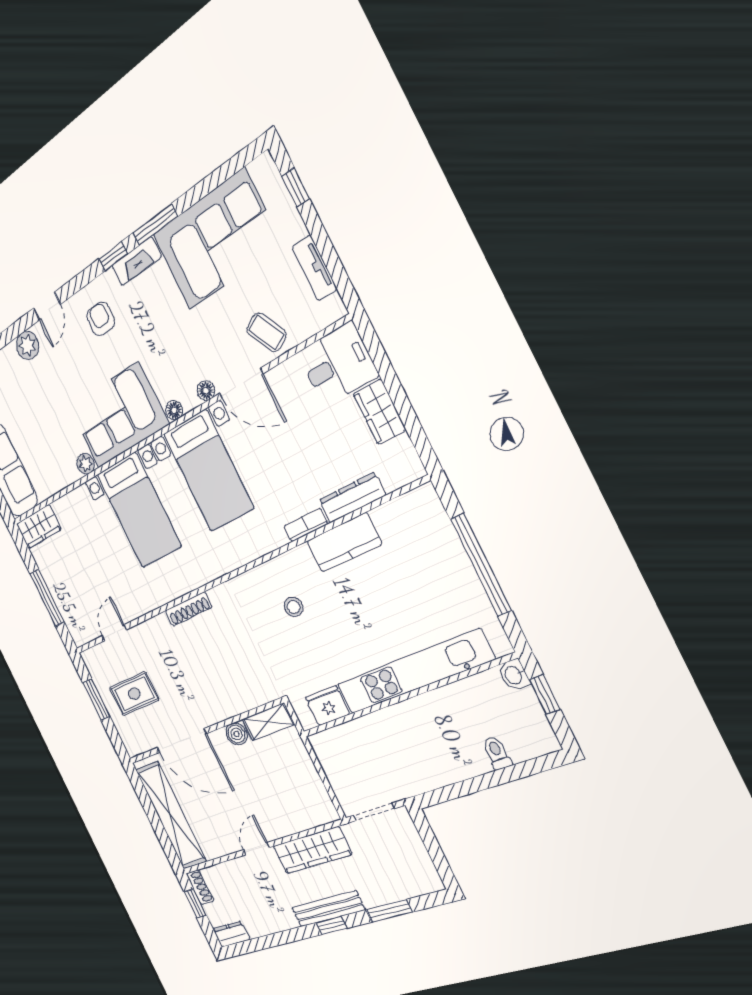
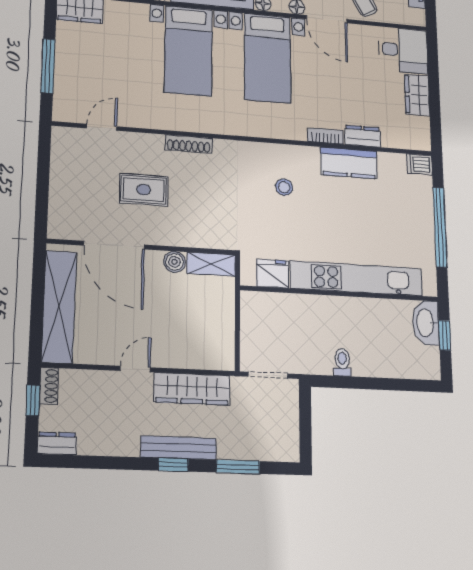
dresser: (352, 498) -> (363, 136), width x0.70
dishwasher: (422, 499) -> (420, 164), added
washbasin: (514, 675) -> (426, 323), width x1.91, depth x1.45
rug: (134, 694) -> (144, 190), moved
window: (96, 699) -> (43, 172), removed
toilet: (497, 753) -> (342, 362), moved

